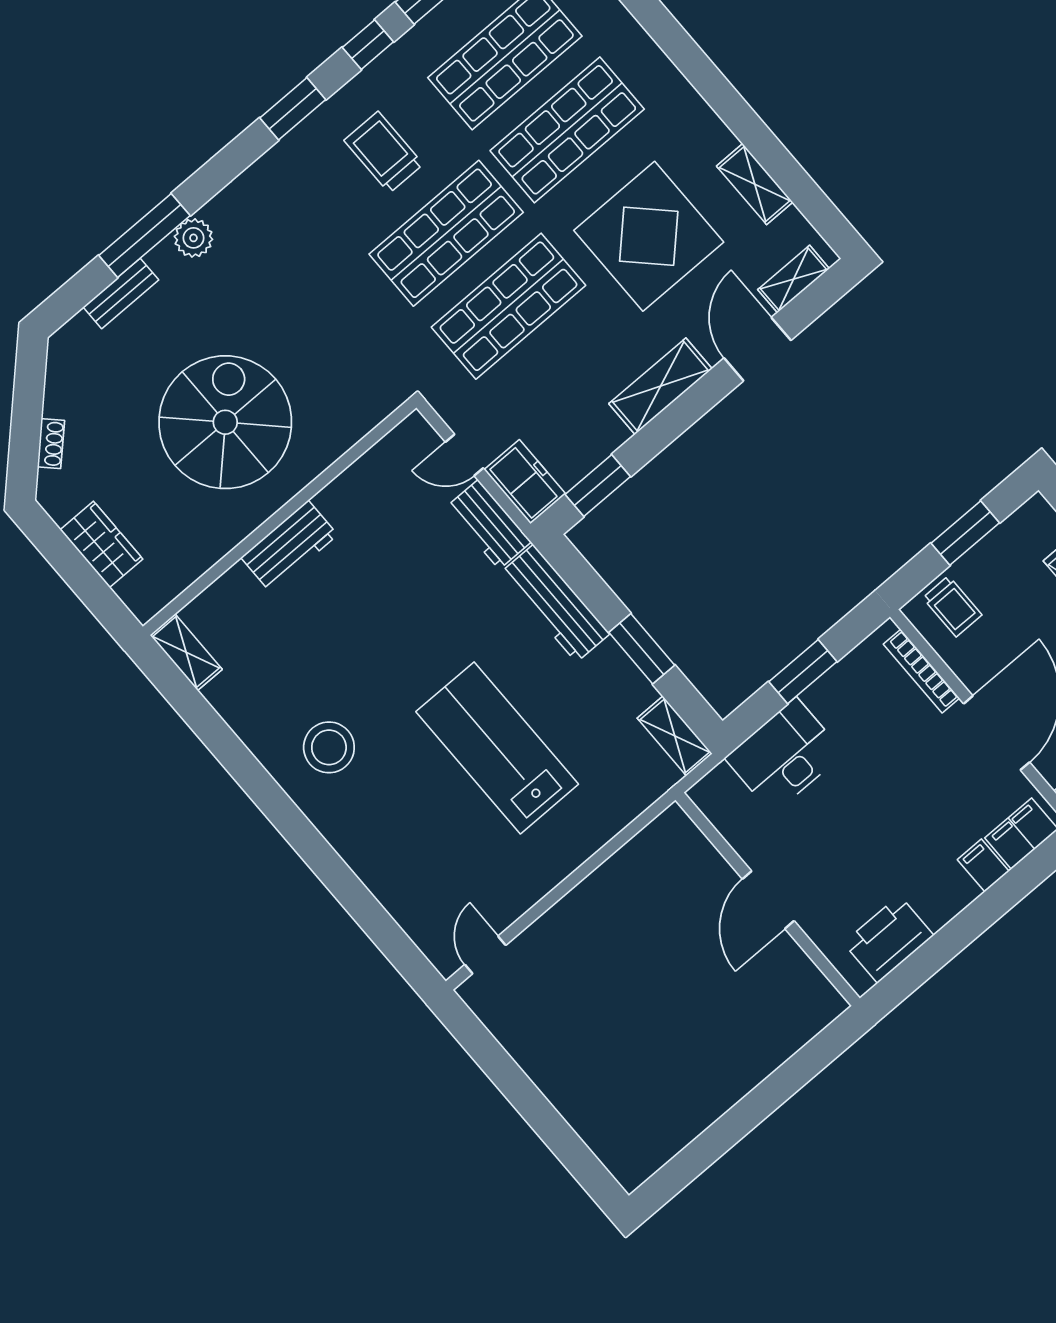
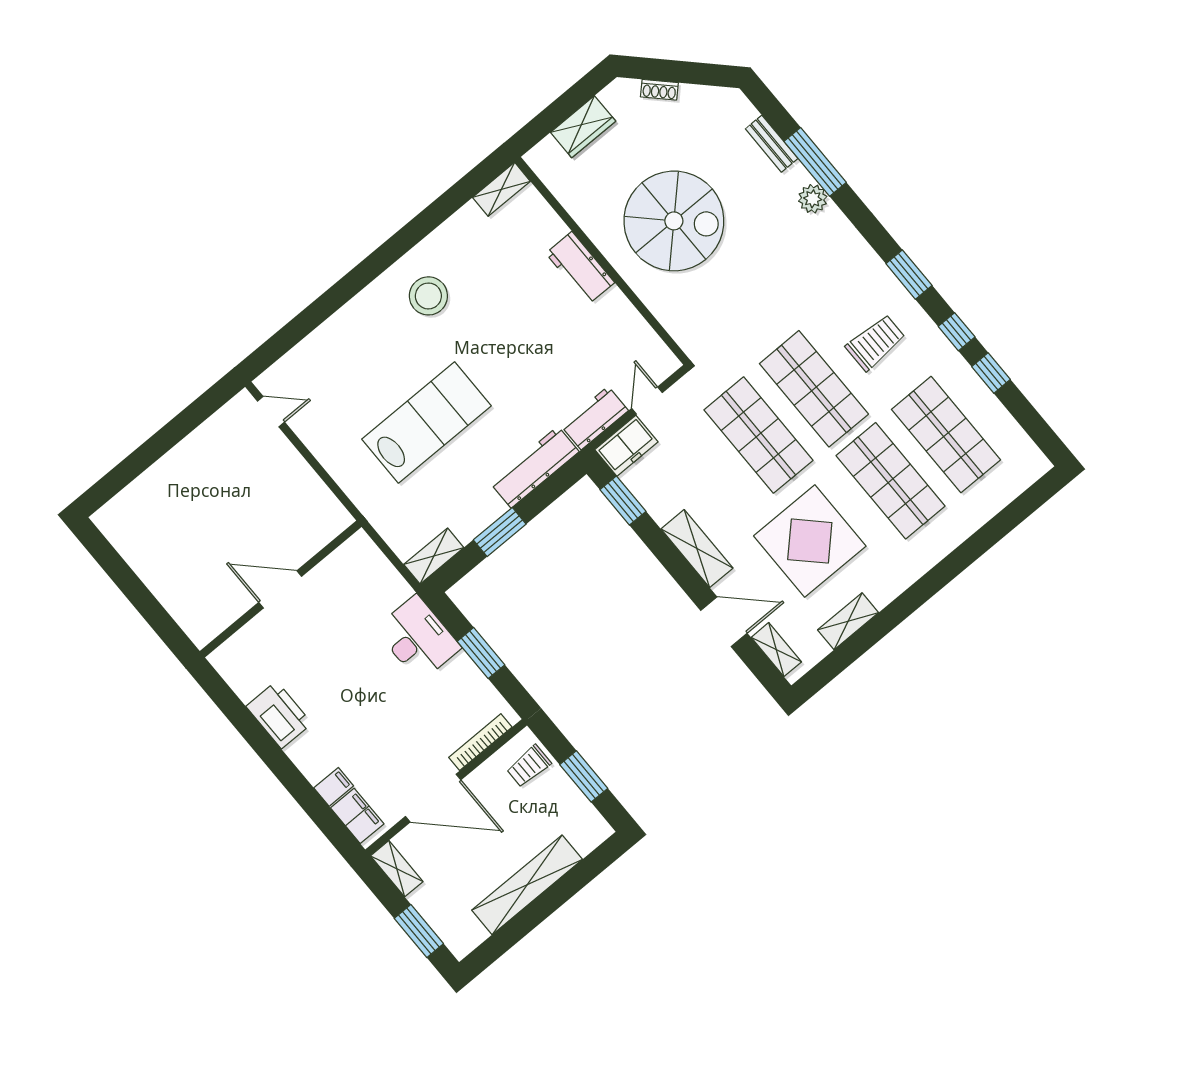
wall: (768, 899) -> (281, 589), moved
door: (768, 900) -> (280, 589), moved

